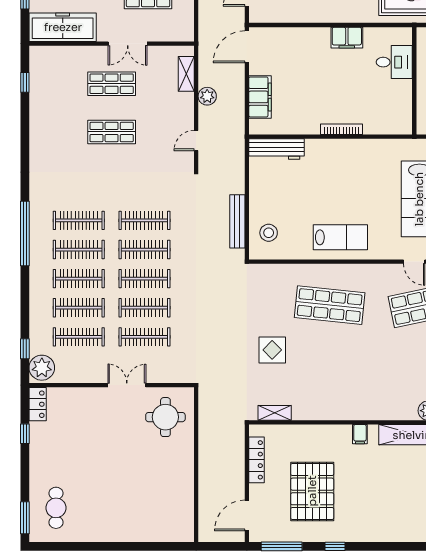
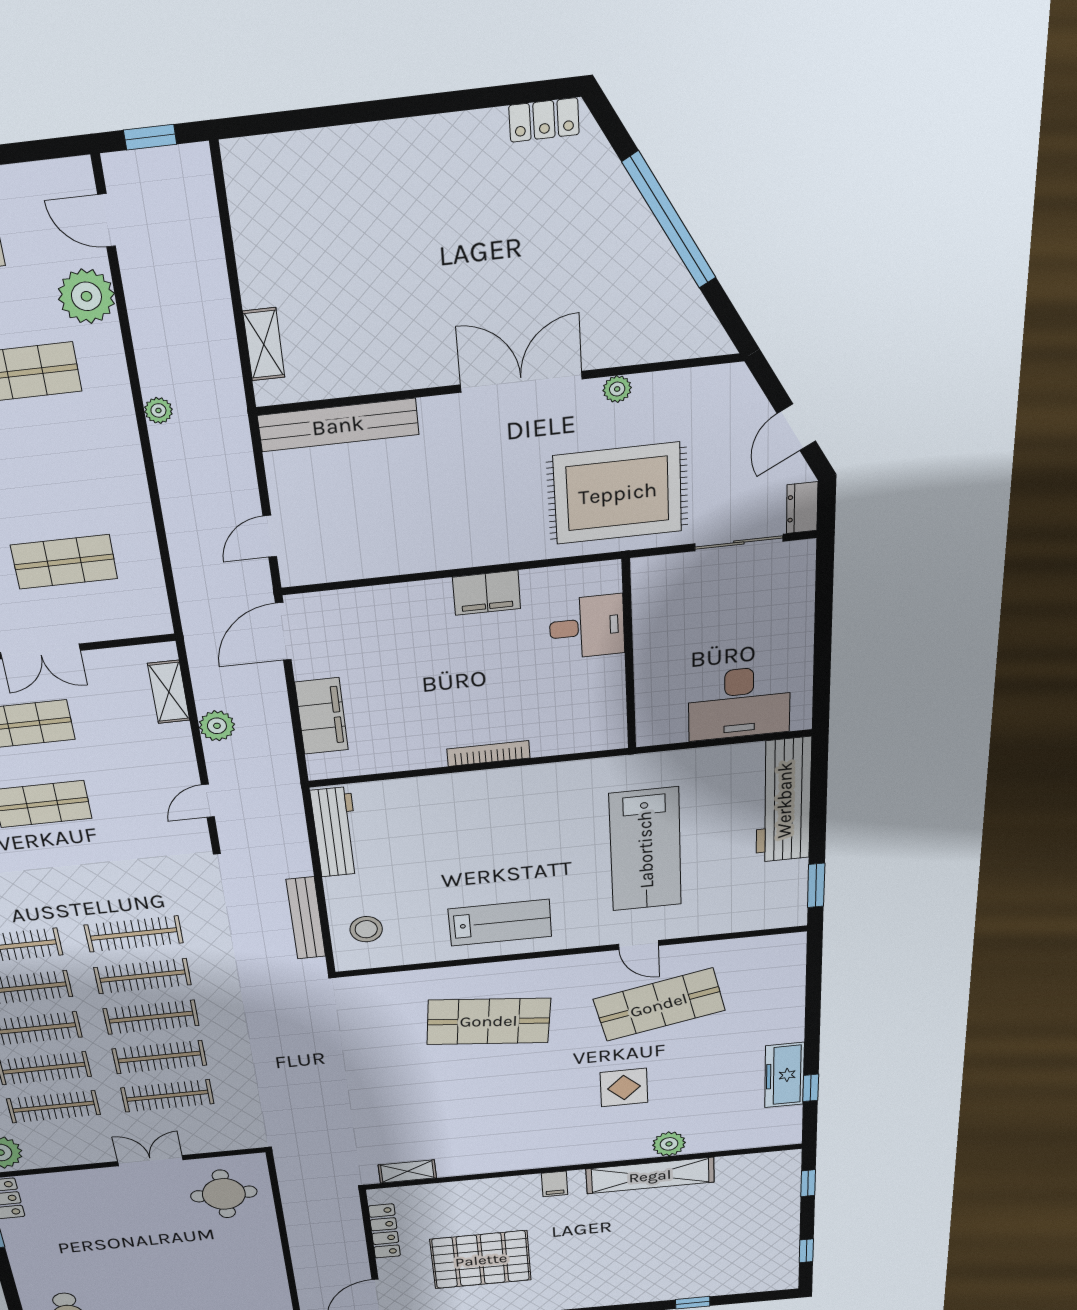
workbench: (276, 149) -> (336, 832), moved, turned -90
display table: (272, 350) -> (624, 1087), moved
pallet: (312, 491) -> (481, 1260), turned 90

